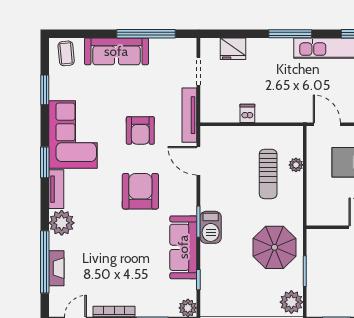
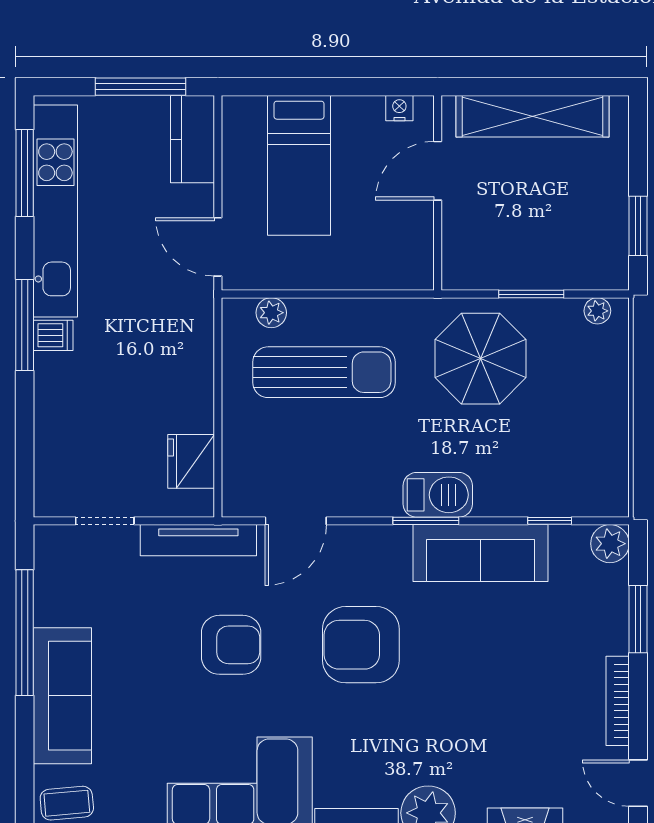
fridge: (233, 49) -> (191, 461), moved, turned 180
dishwasher: (247, 113) -> (53, 335), moved, turned 180
door: (327, 124) -> (218, 247), hinge flipped
plant: (296, 165) -> (271, 313), moved
sun lounger: (268, 174) -> (324, 372), width x1.36, depth x1.34
plant: (291, 302) -> (597, 311), width x0.53, depth x0.53

